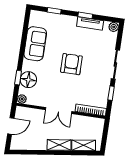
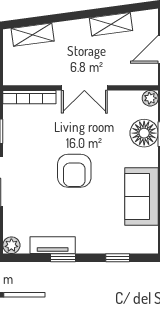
double door: (59, 111) -> (84, 88), swing flipped
shelving: (59, 145) -> (111, 24), moved

